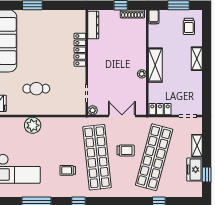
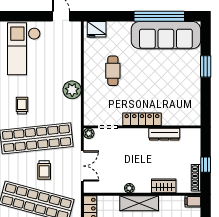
dresser: (93, 25) -> (164, 134), moved
wardrobe: (140, 43) -> (164, 186), added
locker: (80, 50) -> (142, 119), moved
plant: (33, 125) -> (72, 90), moved

